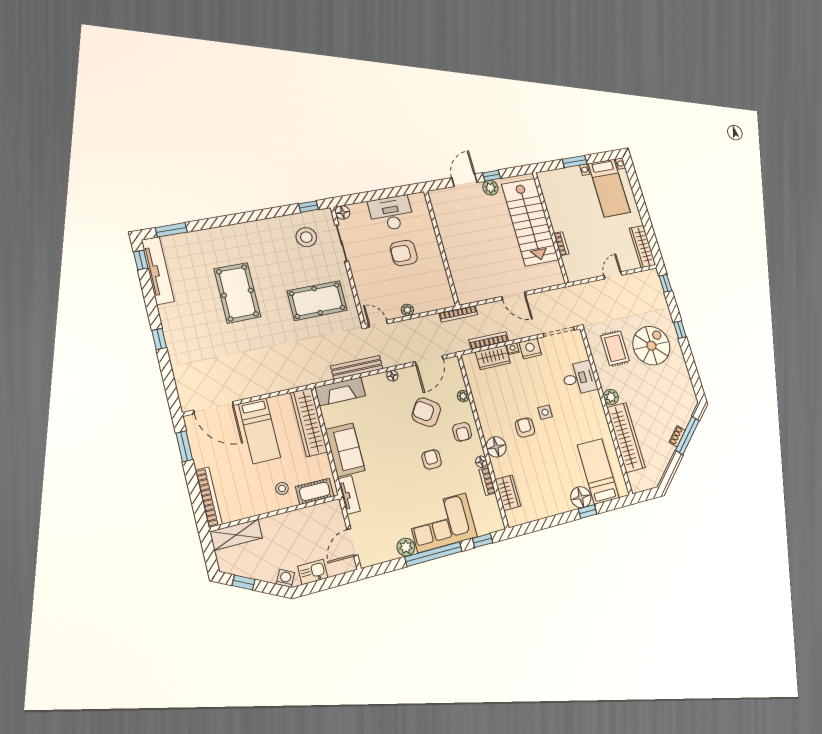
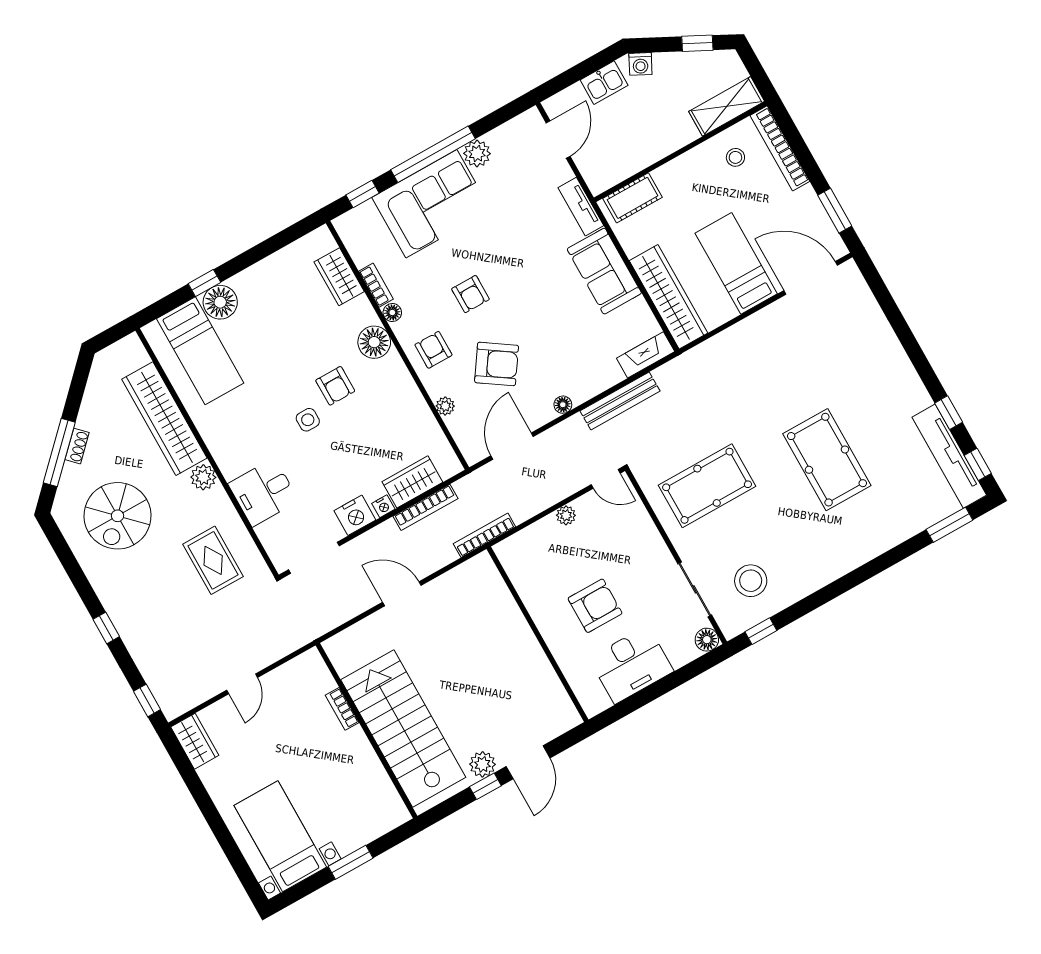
wardrobe: (642, 247) -> (195, 741), width x0.67
window: (159, 339) -> (949, 413), moved
spiral stairs: (651, 346) -> (118, 516), moved
fireplace: (340, 391) -> (646, 355), width x0.73, depth x0.76
stool: (282, 488) -> (735, 157), moved

